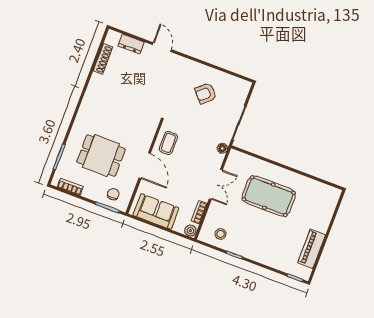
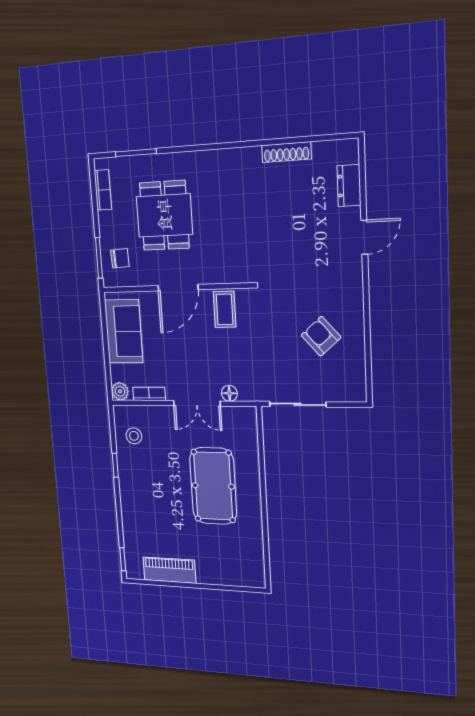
shoe rack: (103, 59) -> (286, 152), moved
coffee table: (168, 143) -> (225, 309), turned 90
floor lamp: (222, 148) -> (229, 393), moved

